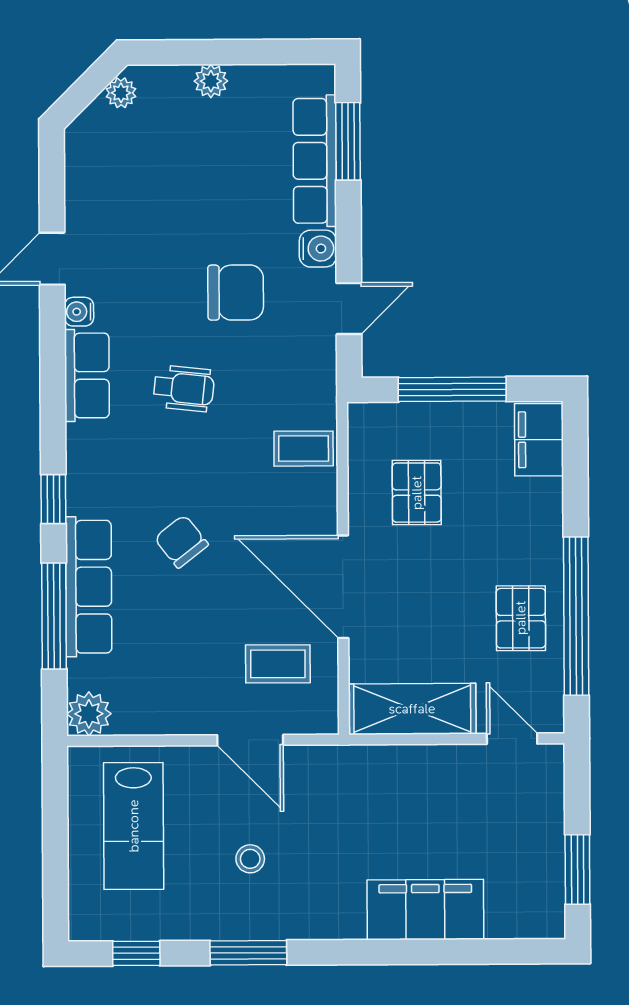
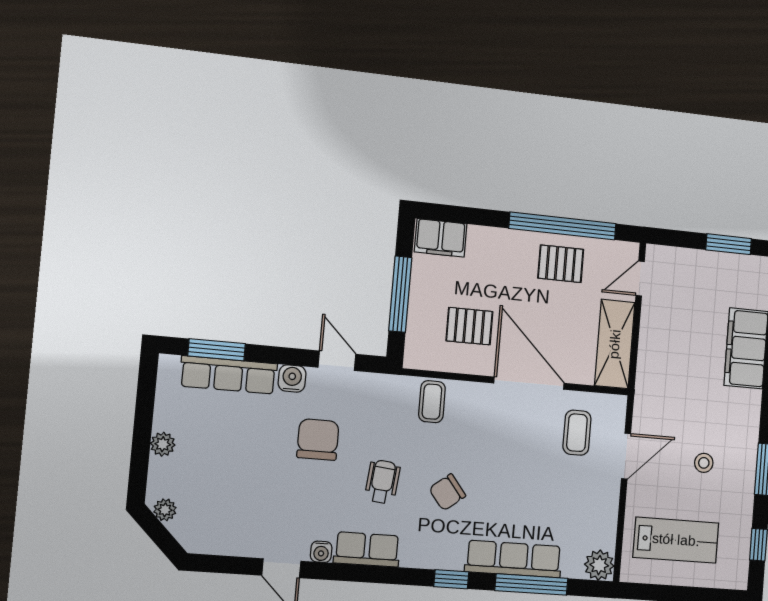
chair: (181, 541) -> (447, 492), moved
door: (343, 587) -> (529, 383), swing flipped

